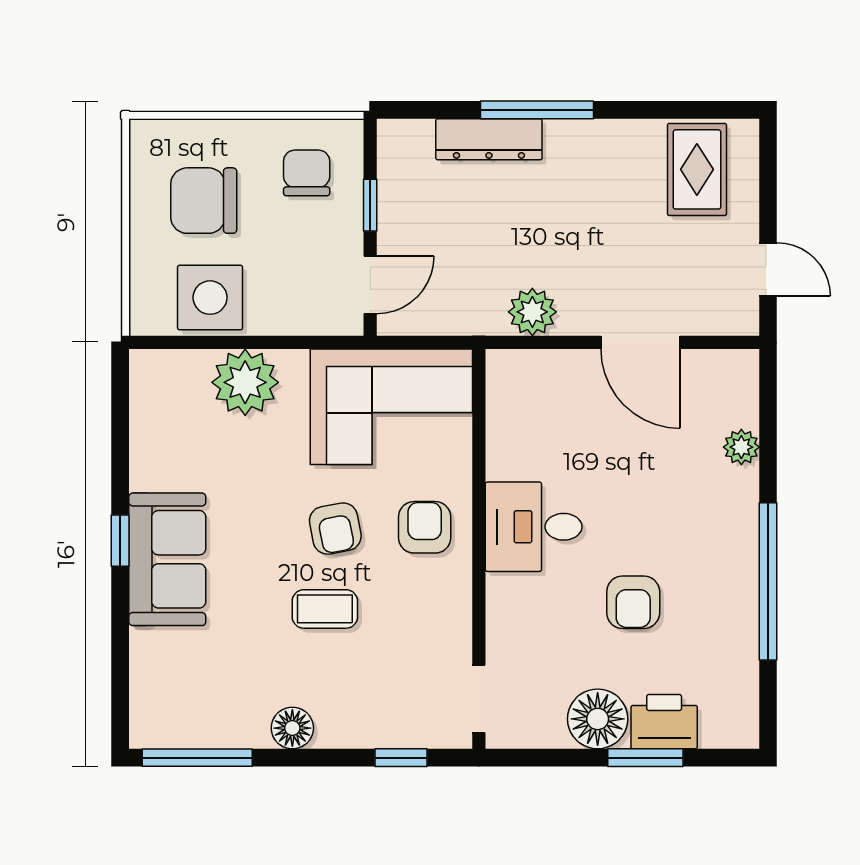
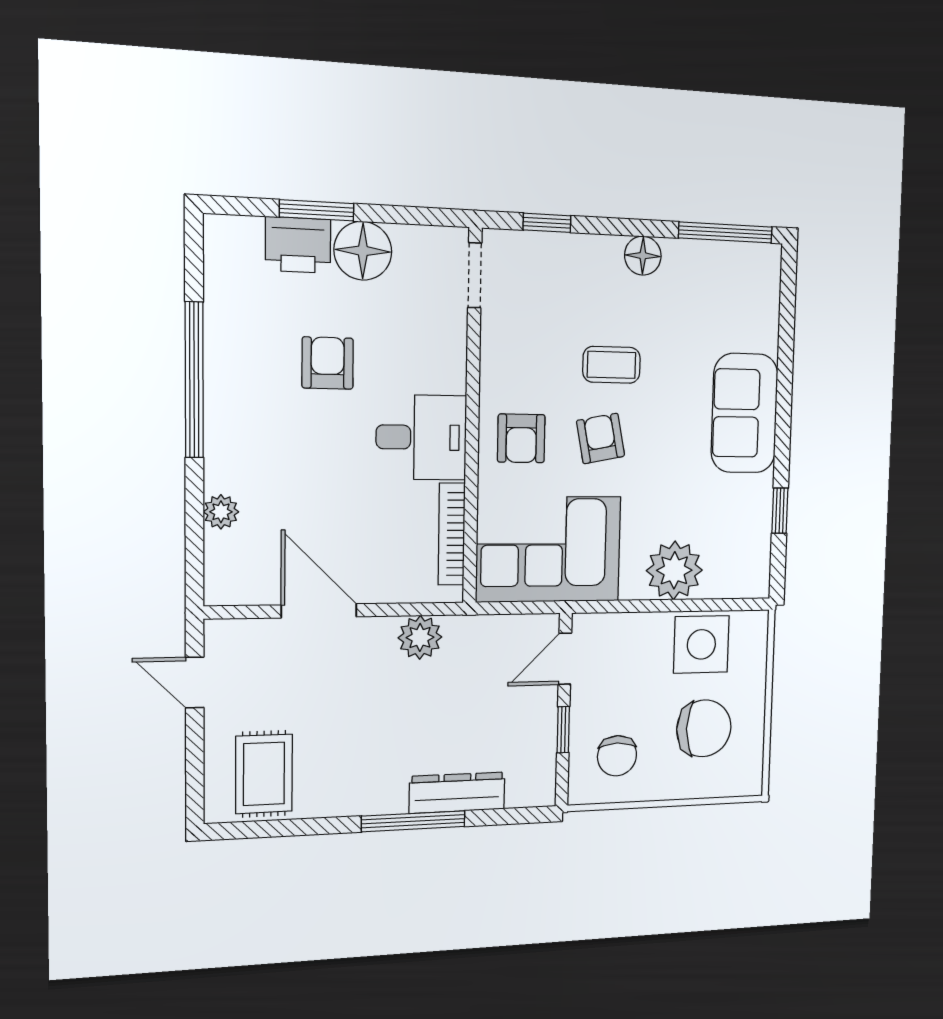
bookcase: (499, 424) -> (452, 534), added
window: (120, 541) -> (780, 511), moved

